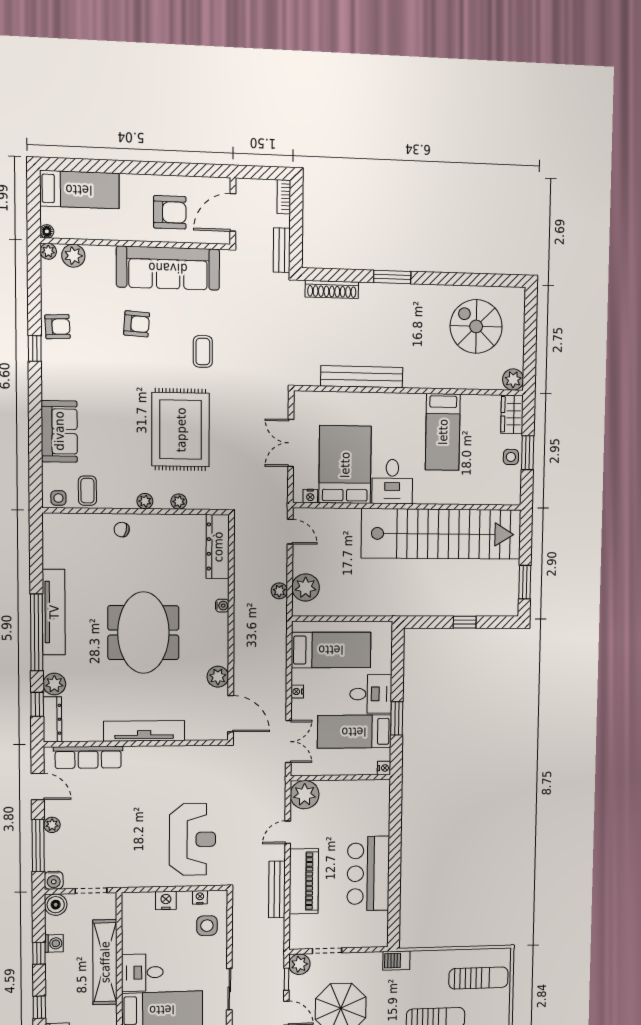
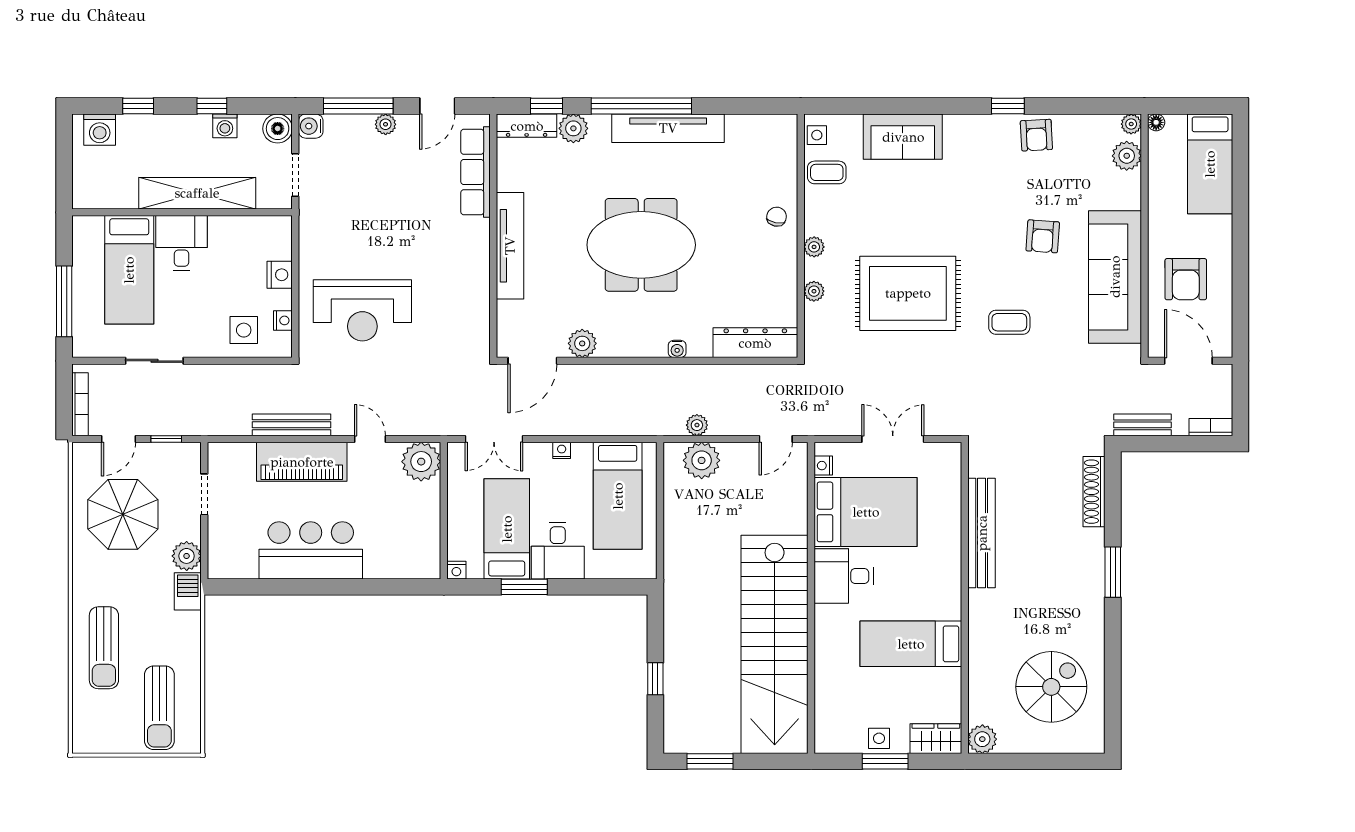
plant: (299, 964) -> (187, 556), moved

